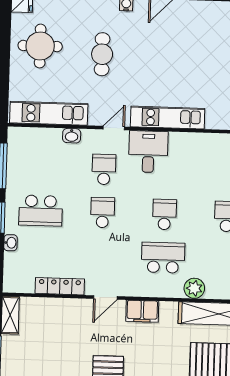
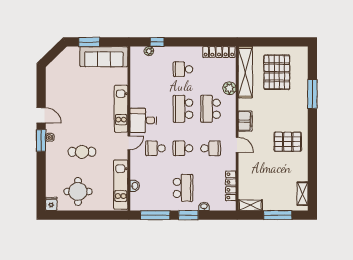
door: (114, 128) -> (129, 143), swing flipped
washbasin: (72, 136) -> (135, 186), moved
school desk: (164, 214) -> (183, 109), width x1.85
school desk: (101, 256) -> (211, 148), added
locker: (60, 286) -> (231, 186), moved

